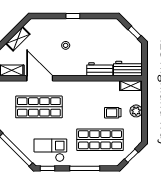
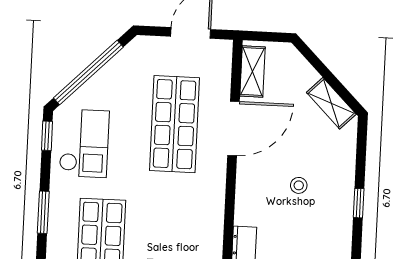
shelving: (18, 39) -> (331, 103), moved
window: (85, 168) -> (43, 212), width x0.69

